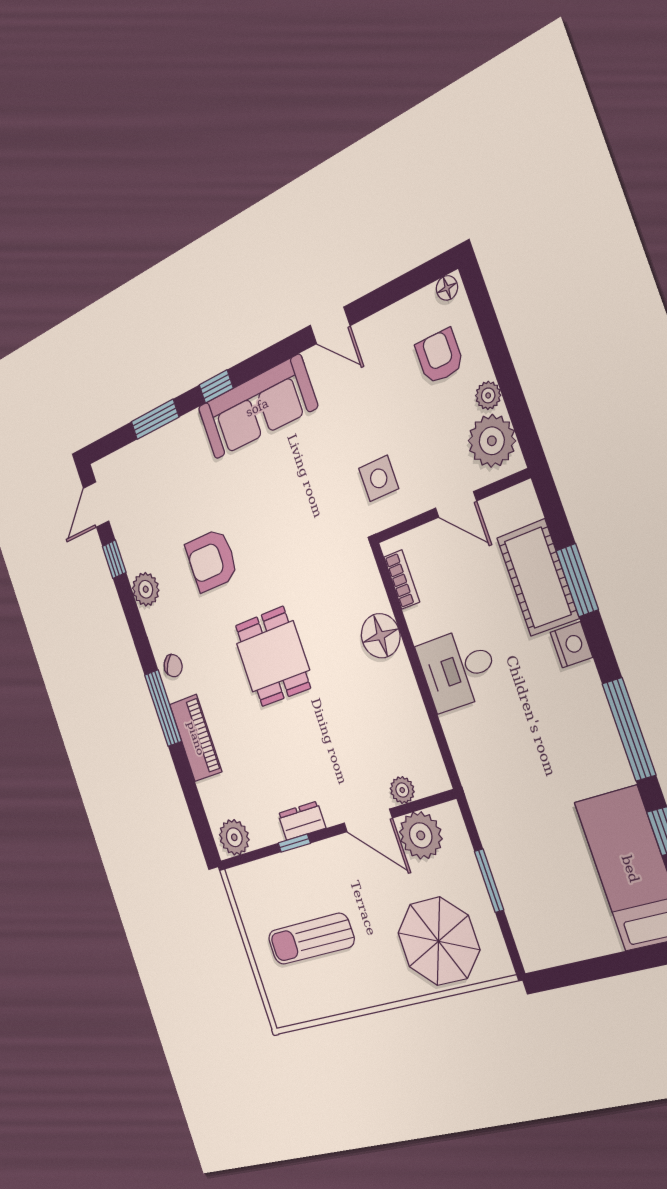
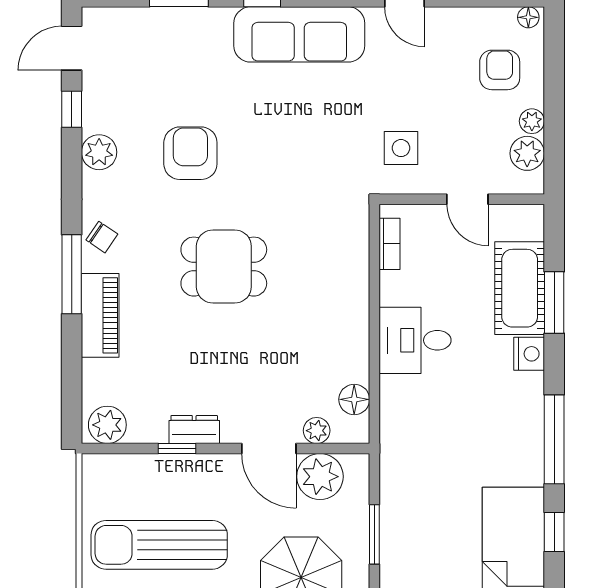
plant: (492, 441) -> (527, 153), width x0.73, depth x0.73
armchair: (212, 560) -> (190, 153), turned 90
floor lamp: (381, 636) -> (354, 399), moved, width x0.73, depth x0.73
dining table: (273, 657) -> (224, 267), turned 90
sun lounger: (311, 939) -> (159, 545), width x1.36, depth x1.34

